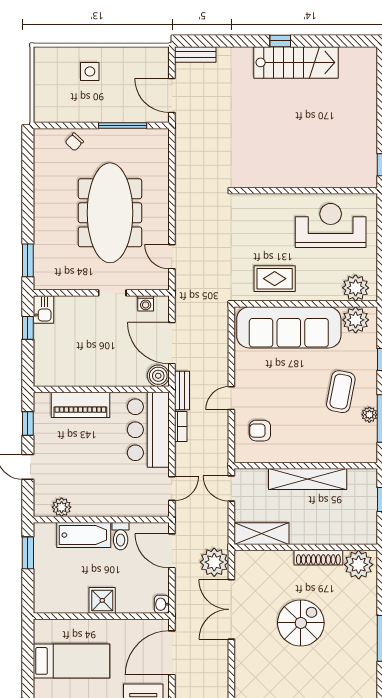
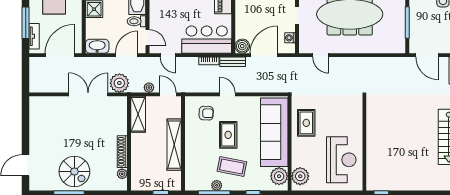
door: (172, 96) -> (427, 55), swing flipped
door: (172, 257) -> (321, 55), swing flipped
rug: (293, 397) -> (228, 135), added
armchair: (260, 431) -> (206, 113), turned 92
door: (231, 489) -> (168, 94), hinge flipped
plant: (221, 517) -> (149, 88), added
door: (146, 520) -> (147, 38), added
plant: (359, 565) -> (122, 174), width x0.53, depth x0.53
washbasin: (162, 604) -> (97, 46), width x1.91, depth x1.45
spiral stairs: (301, 623) -> (74, 171), moved
door: (172, 653) -> (60, 55), hinge flipped

